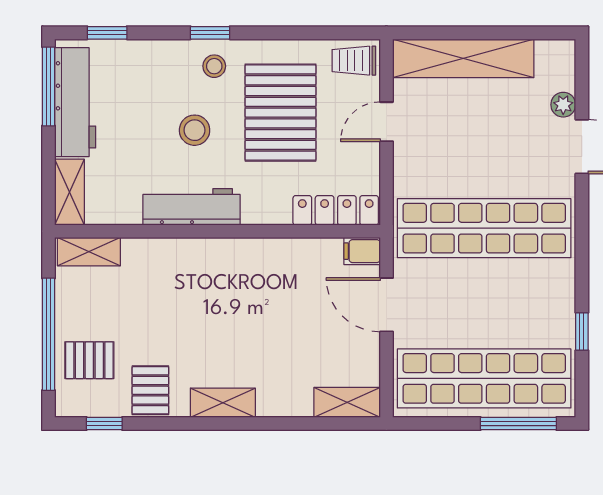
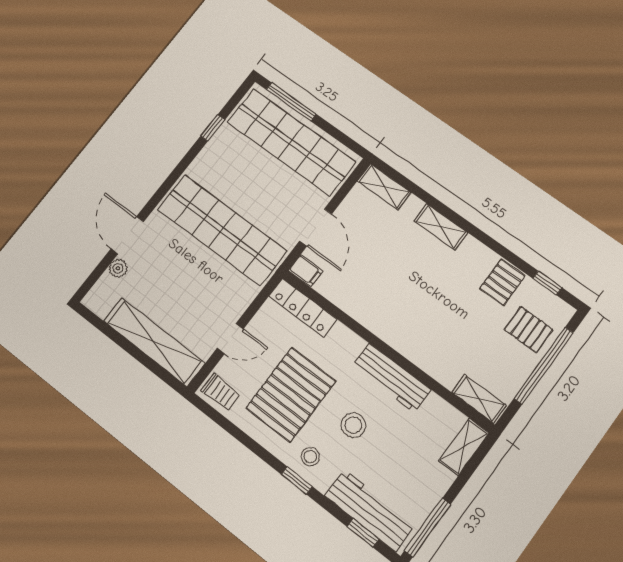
workbench: (75, 102) -> (370, 510), moved, turned 90
shelving: (223, 403) -> (441, 227), moved

